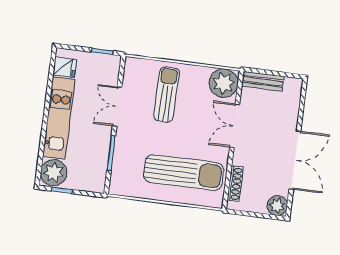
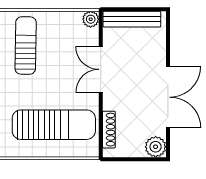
bench: (263, 81) -> (132, 19), width x1.36
plant: (224, 83) -> (91, 19), width x0.53, depth x0.53

